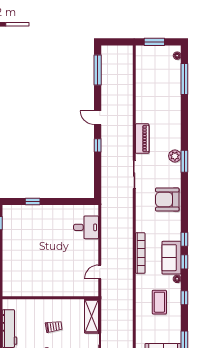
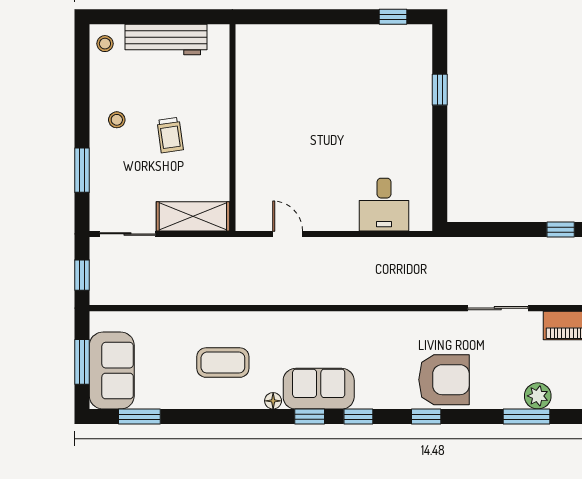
armchair: (167, 200) -> (444, 380), turned 90
bookcase: (140, 253) -> (329, 321), removed
window: (184, 298) -> (426, 417), moved

